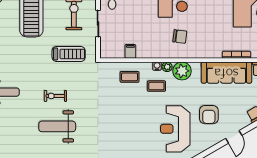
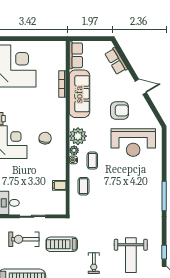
treadmill: (69, 54) -> (62, 244), turned -90
exercise bike: (55, 96) -> (94, 263), moved

